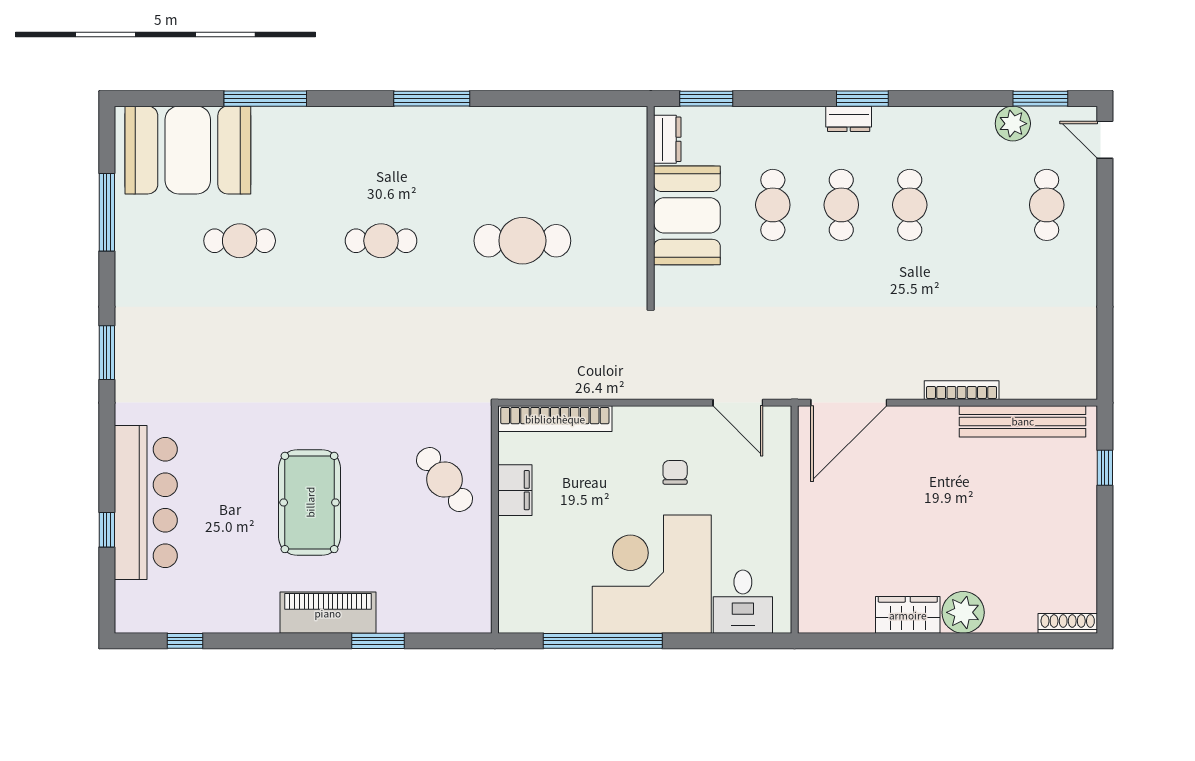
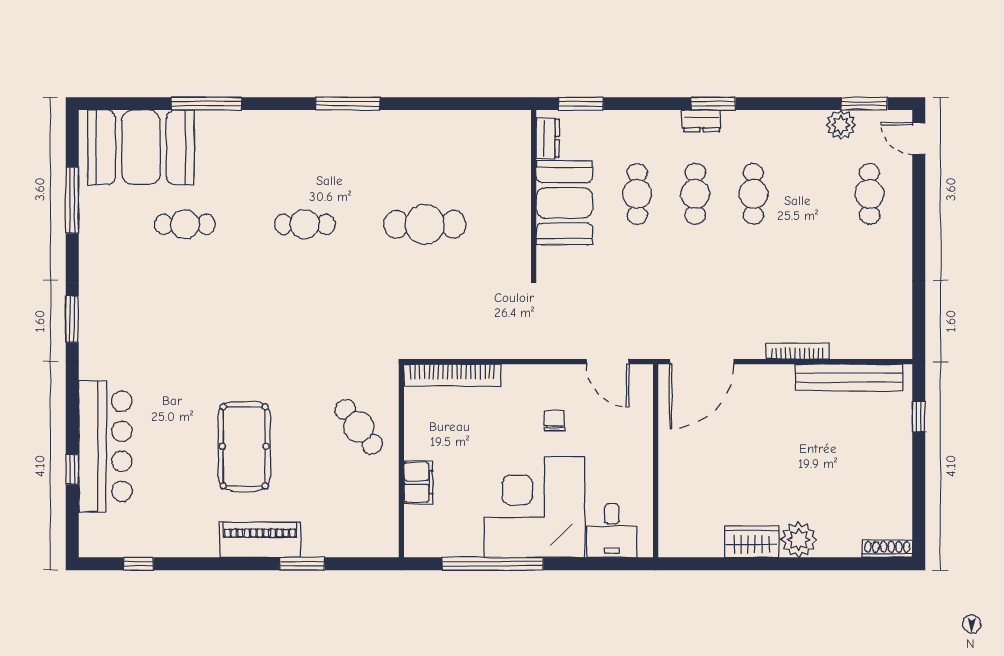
filing cabinet: (515, 490) -> (418, 482), moved

